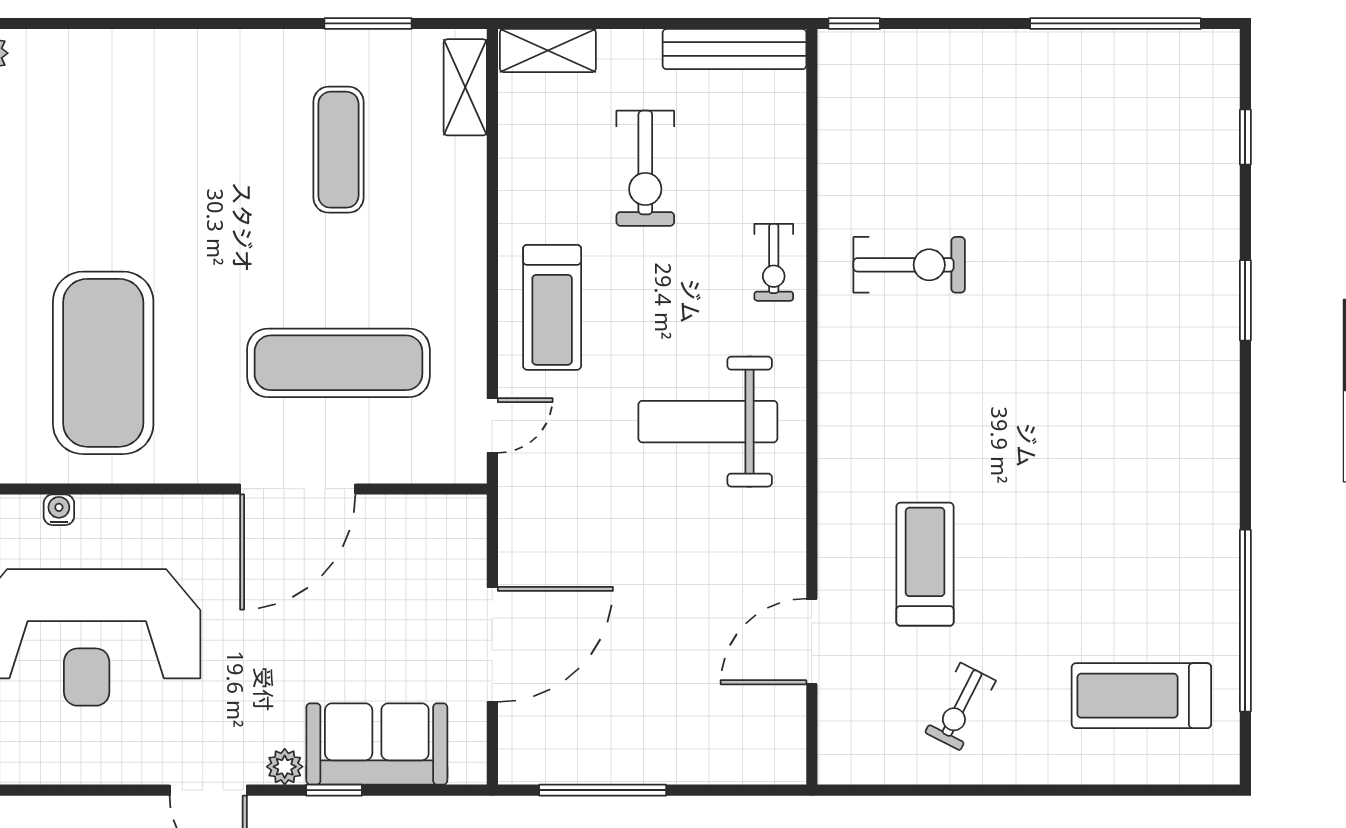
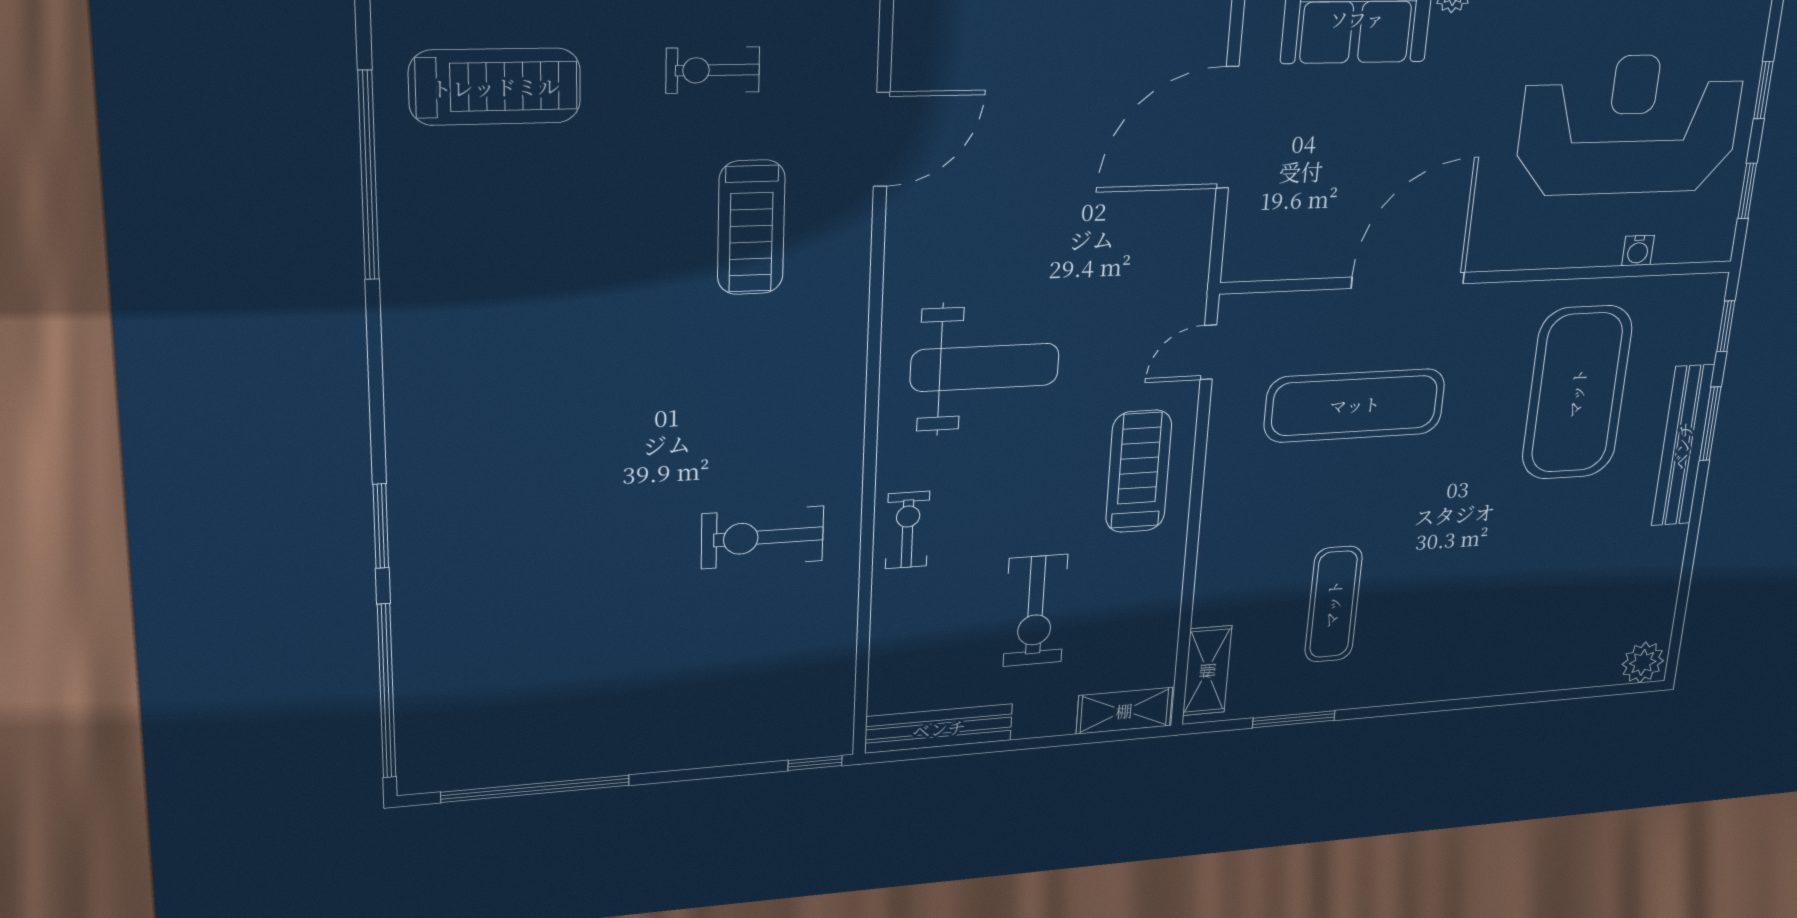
window: (1245, 137) -> (387, 692), width x3.17
exercise bike: (645, 168) -> (1035, 611), turned 180
exercise bike: (960, 707) -> (713, 70), turned -117

